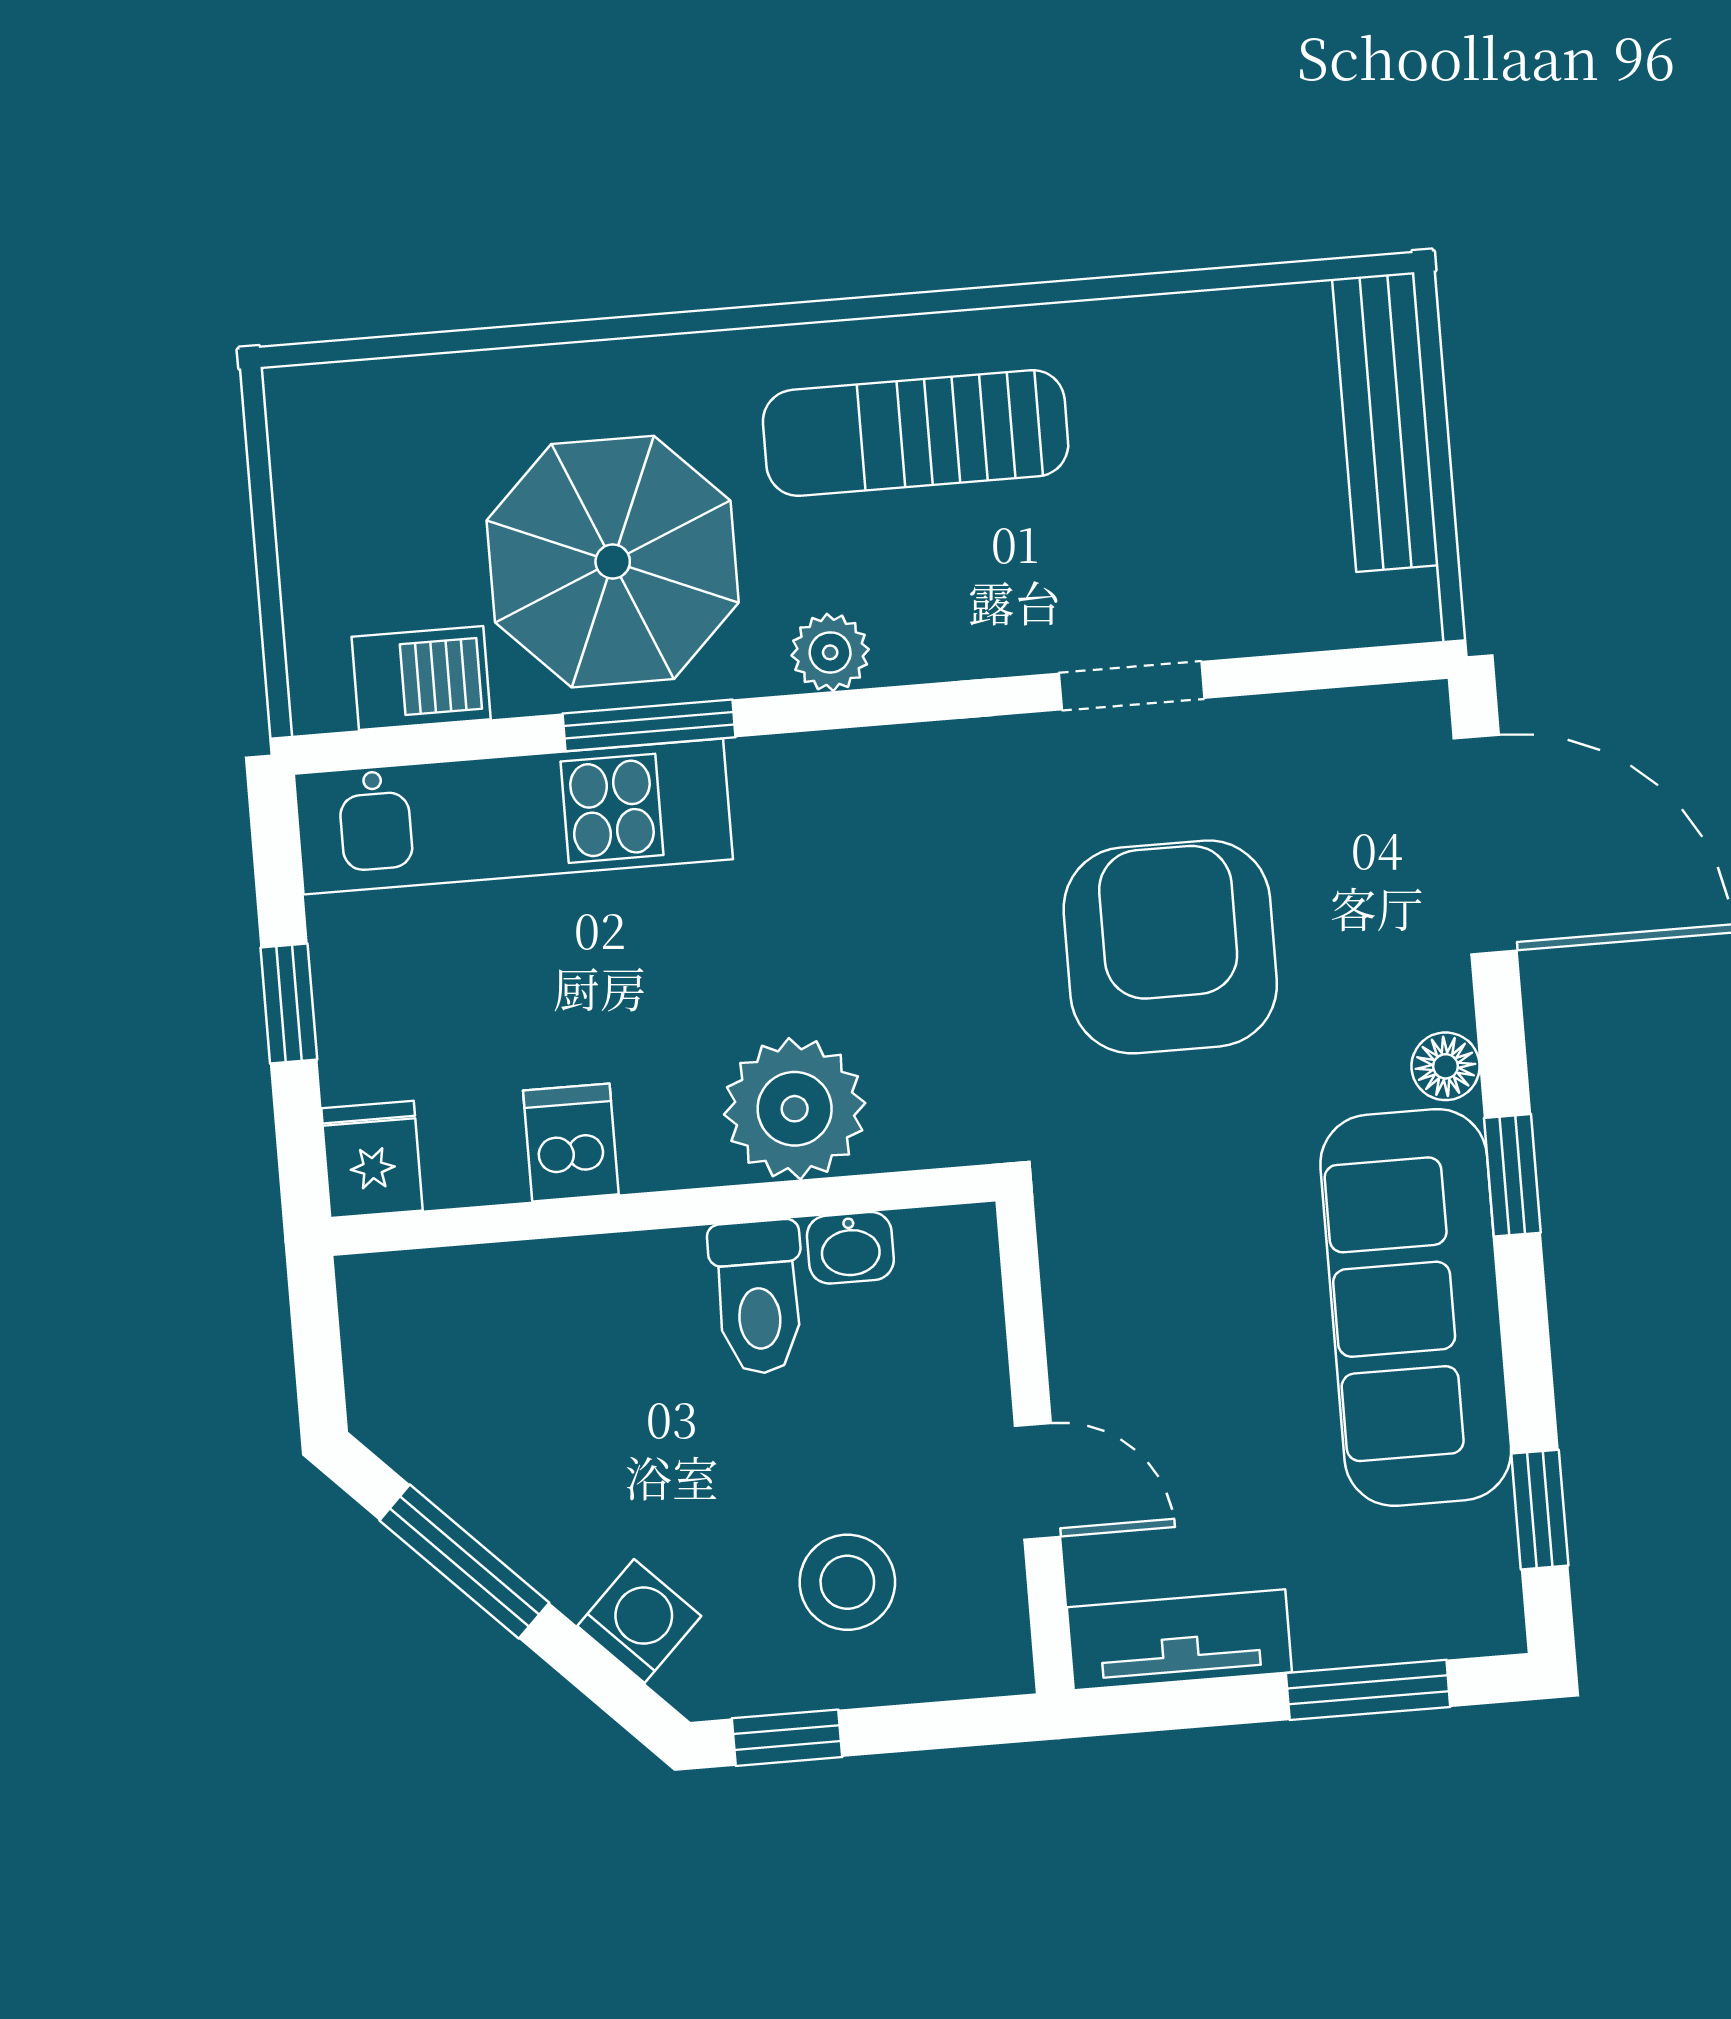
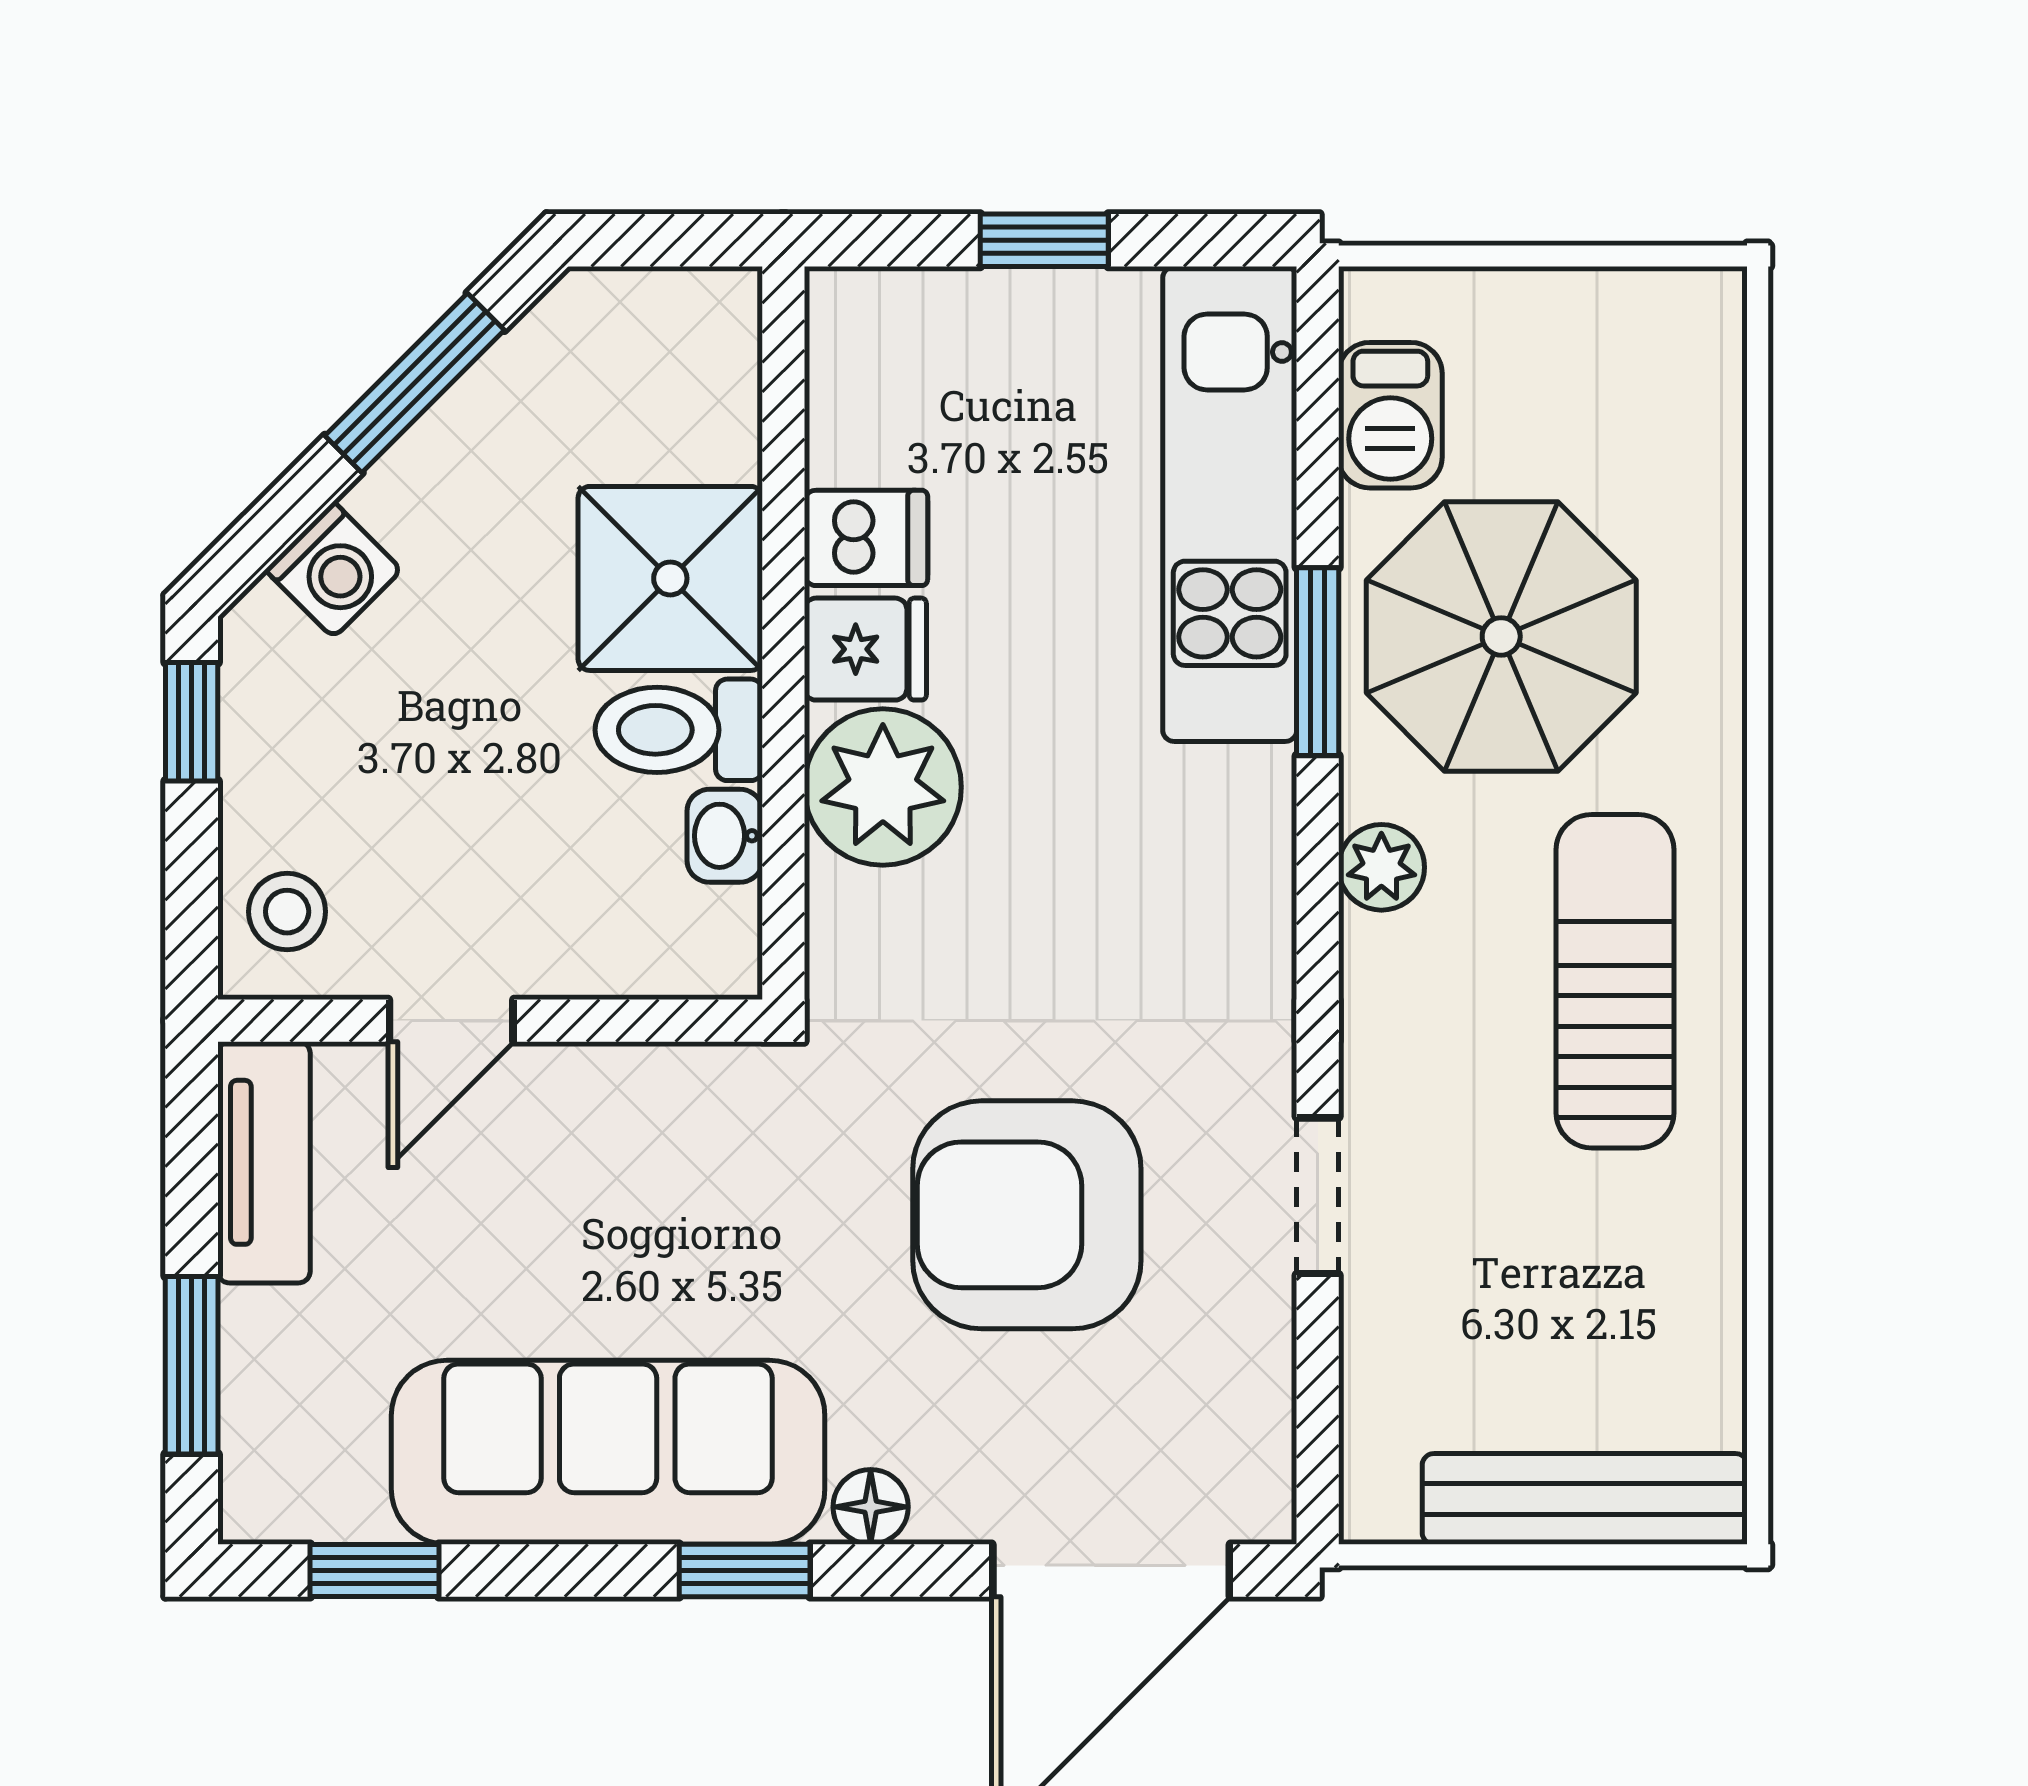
armchair: (1170, 947) -> (1027, 1215), turned 180
fridge: (372, 1159) -> (865, 649), moved
shower: (622, 1316) -> (670, 578), added
stool: (847, 1582) -> (287, 912), moved, width x0.73, depth x0.73

